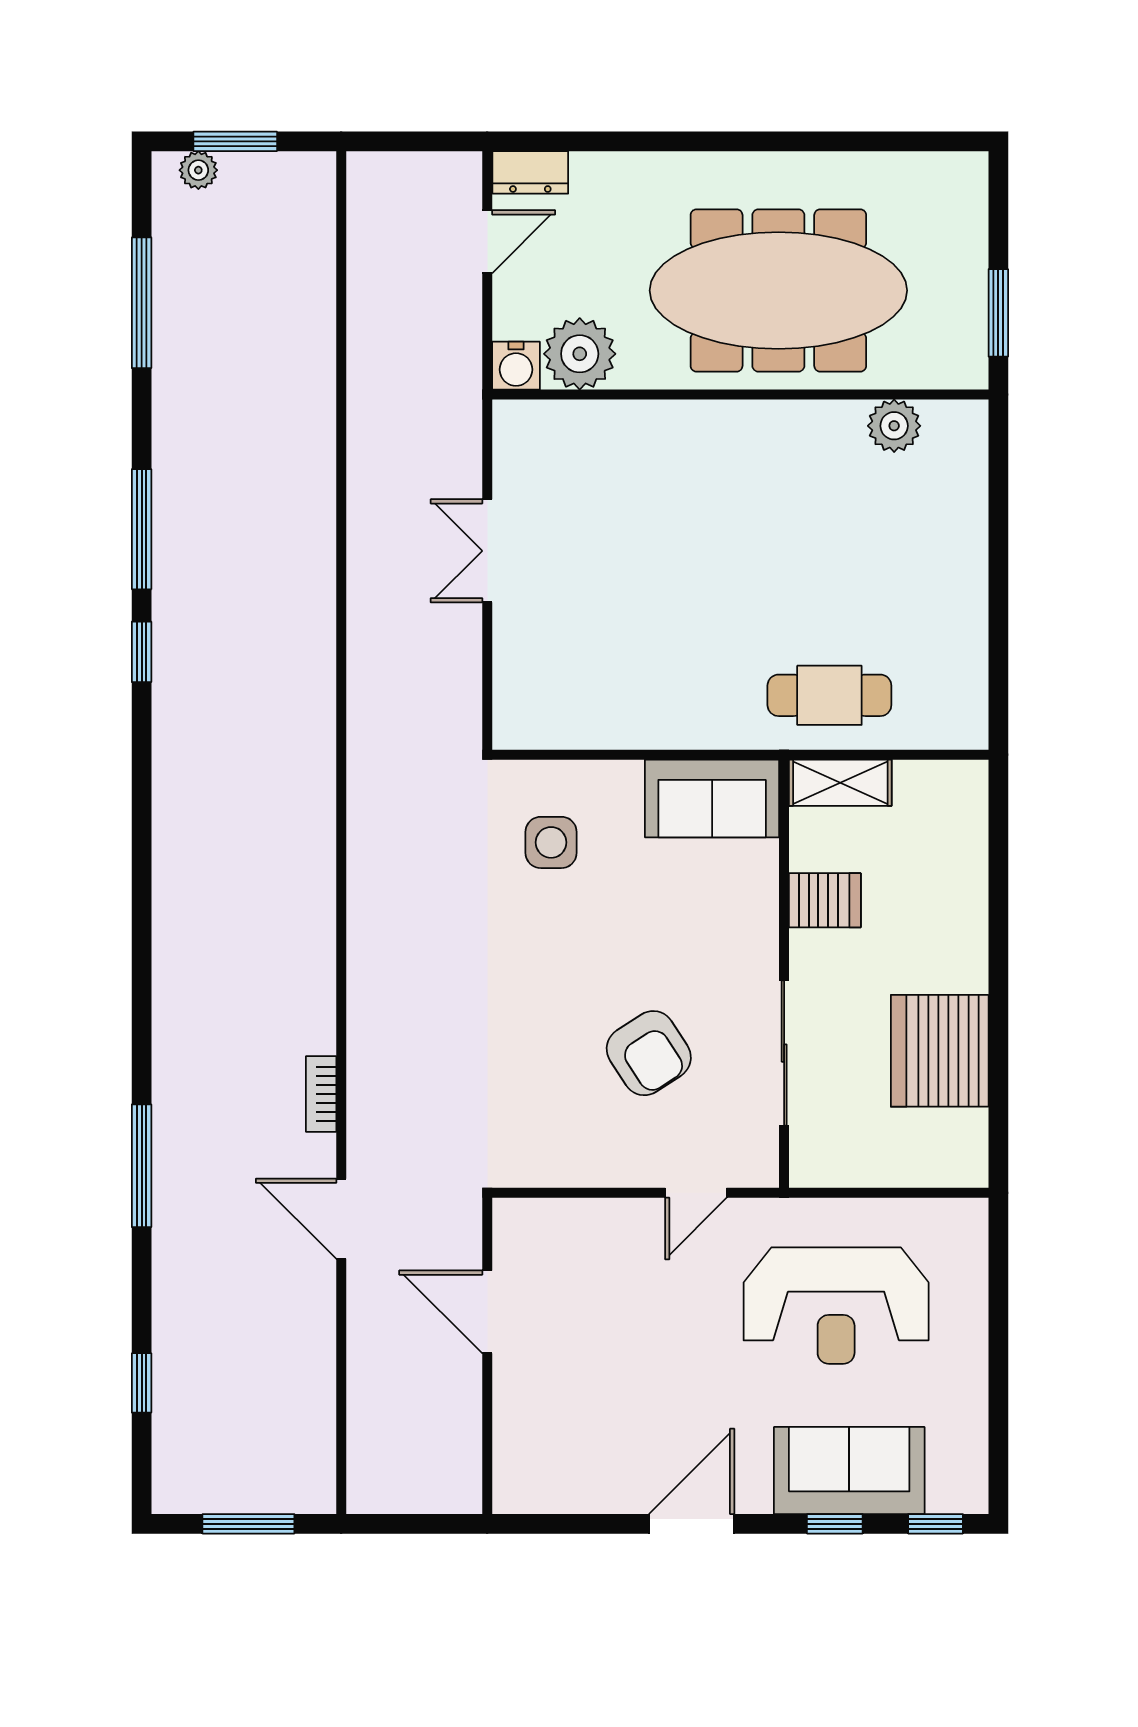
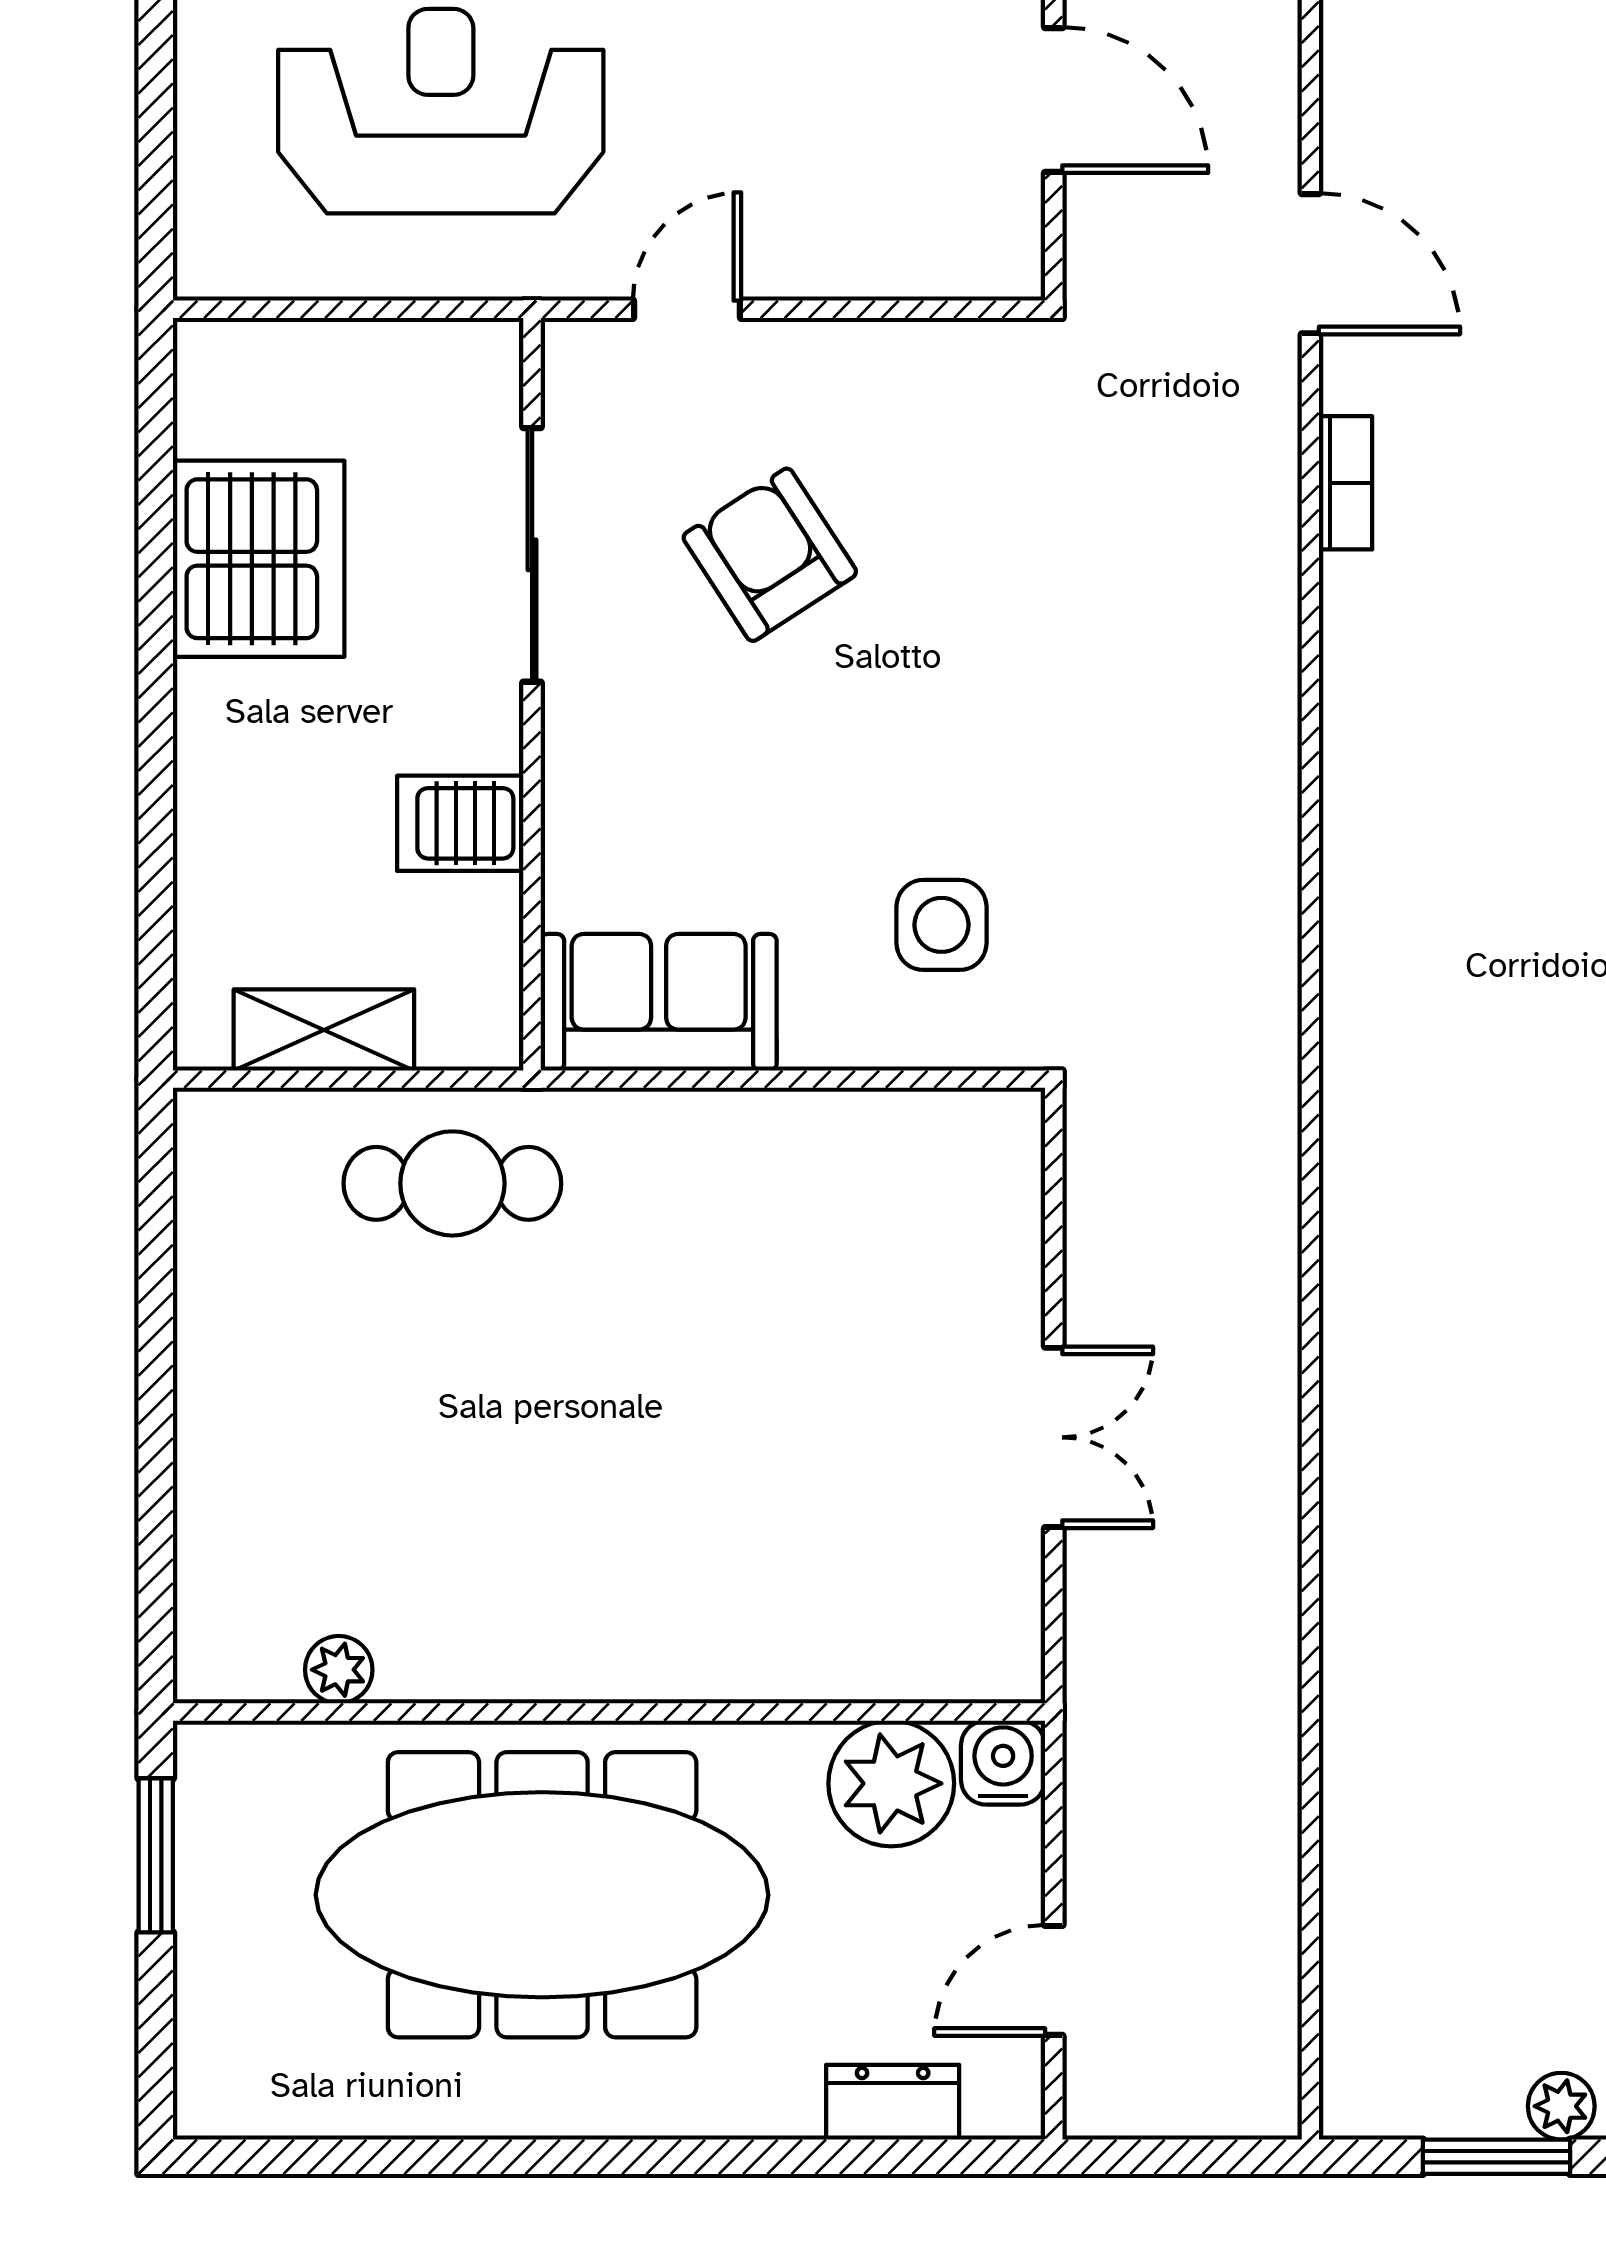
dresser: (530, 172) -> (893, 2102), moved
plant: (894, 426) -> (339, 1670), width x0.73, depth x0.73
shelving: (840, 783) -> (324, 1030), moved

